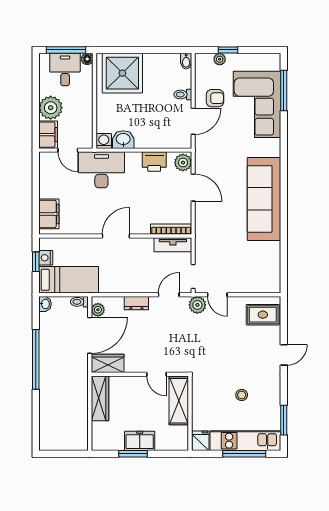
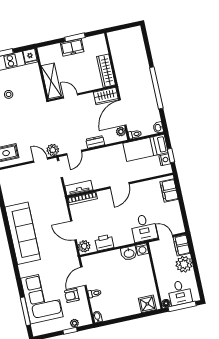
shower: (122, 73) -> (147, 304), width x0.54, depth x0.54
desk: (101, 170) -> (144, 228), width x0.73

